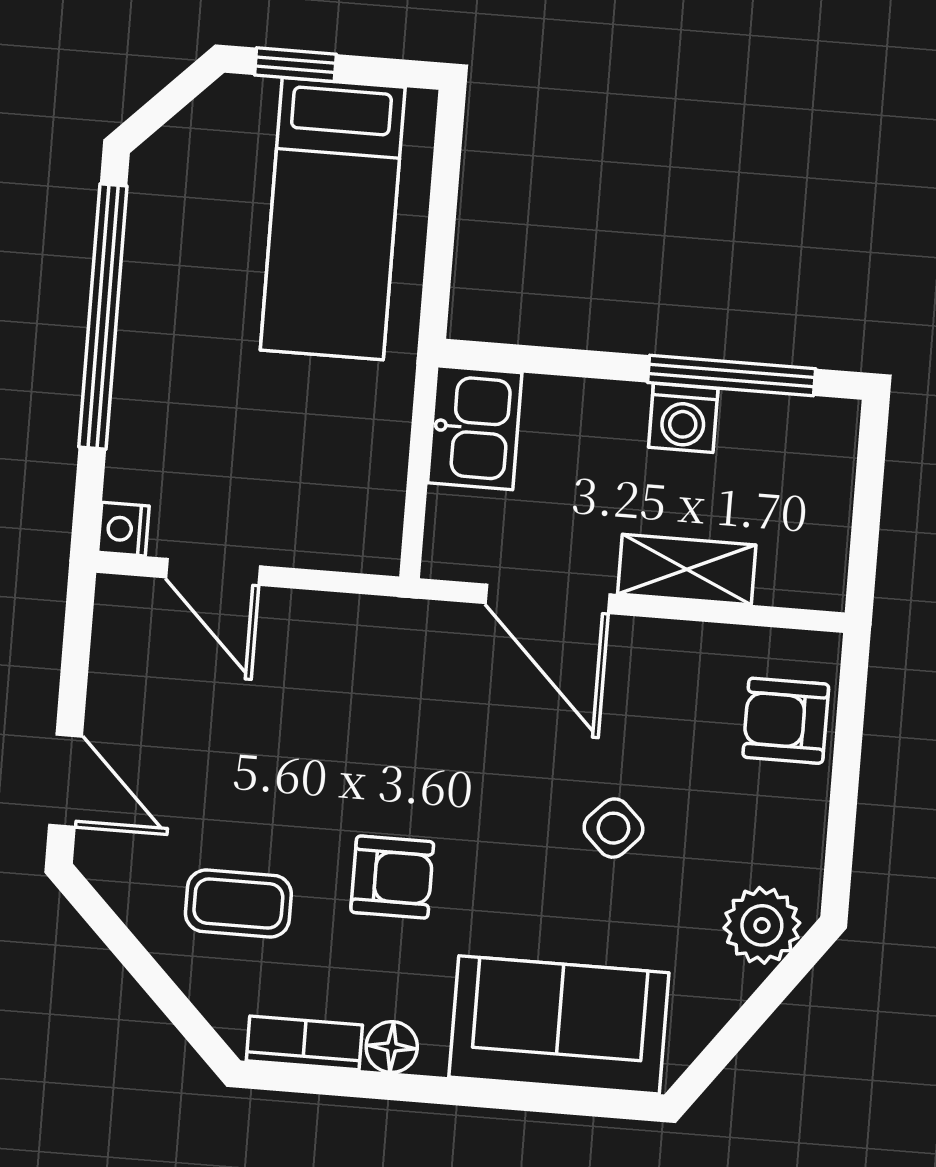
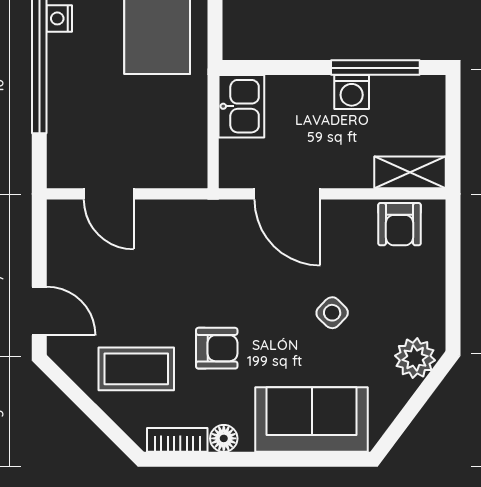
nightstand: (123, 529) -> (59, 18), moved
shelving: (687, 569) -> (410, 172), moved
armchair: (786, 721) -> (399, 224), moved, turned -90
coffee table: (238, 904) -> (136, 369), width x1.36, depth x1.30

